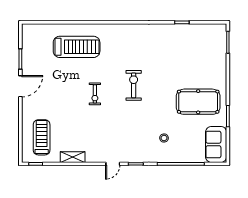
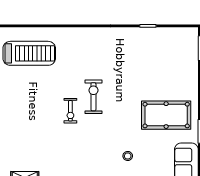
exercise bike: (95, 94) -> (70, 111), moved

